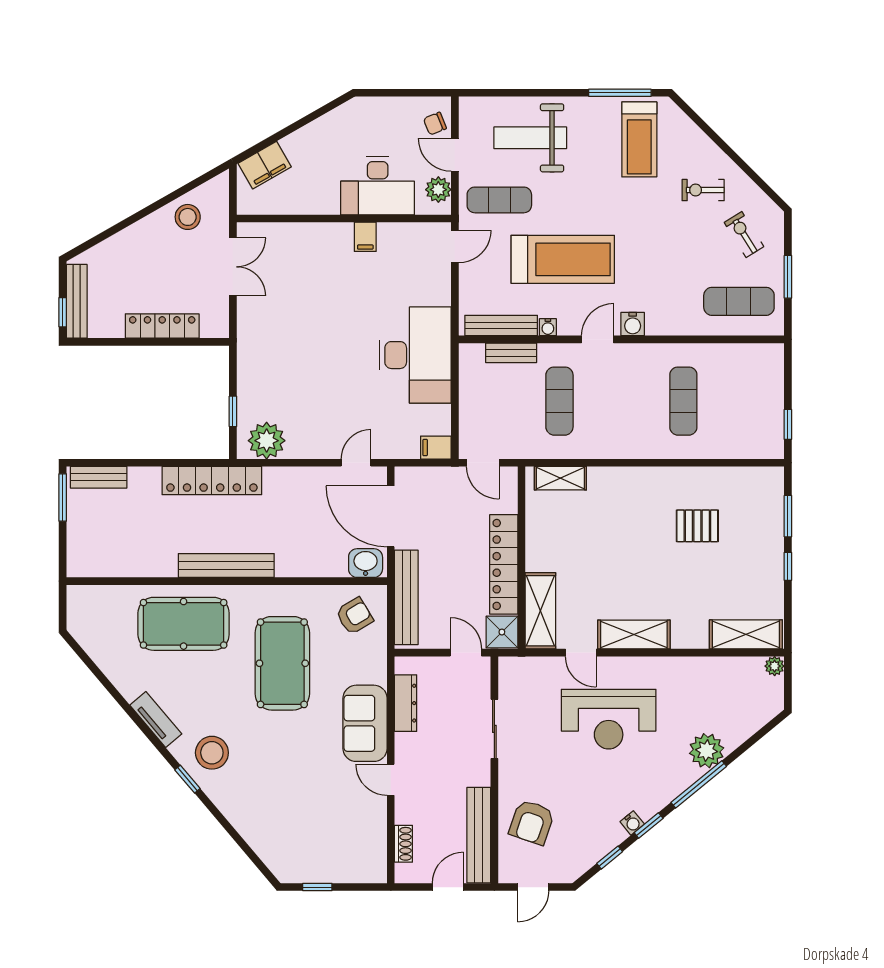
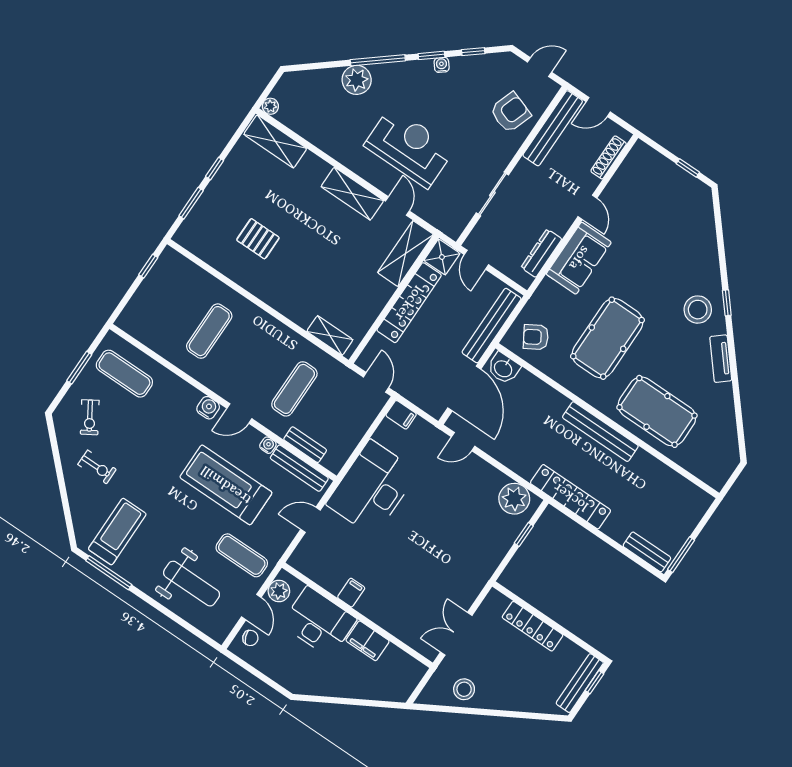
filing cabinet: (265, 165) -> (368, 641), moved, turned -150
door: (455, 247) -> (311, 520), moved
shoe rack: (403, 844) -> (609, 157), width x1.43

